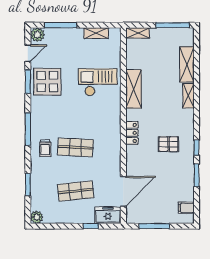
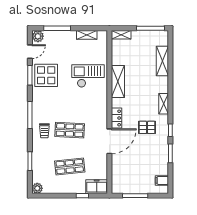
shelving: (188, 96) -> (164, 104), moved
door: (123, 191) -> (109, 141), moved

